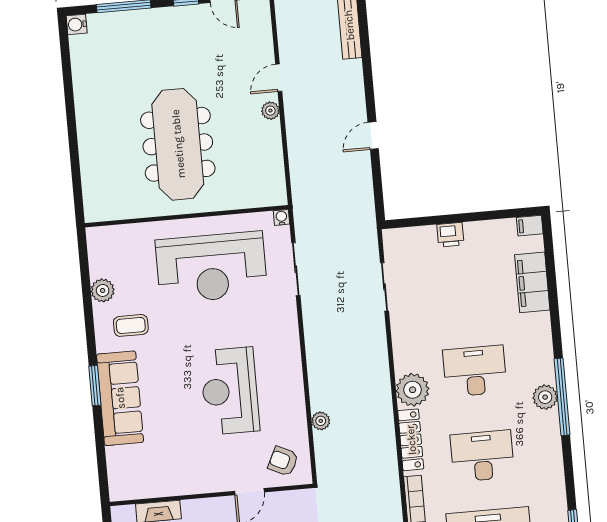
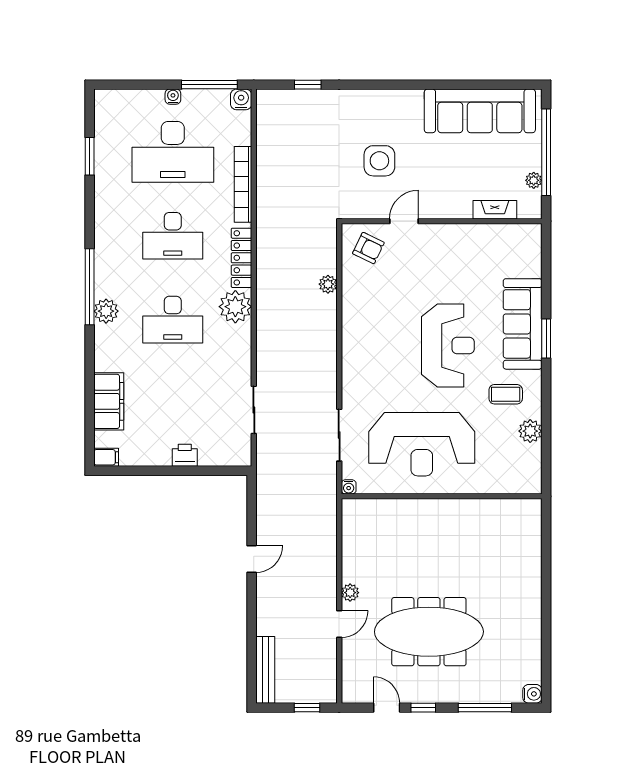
meeting table: (178, 144) -> (429, 632), moved, turned 90
reception desk: (211, 267) -> (422, 444), turned 180
reception desk: (230, 391) -> (448, 345), moved
plant: (545, 397) -> (106, 311), moved

